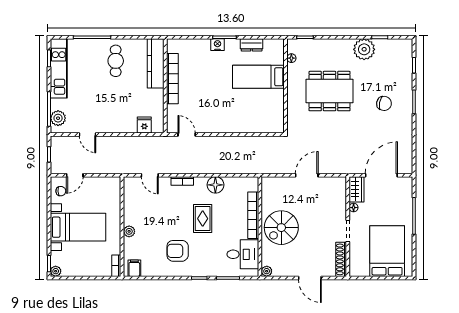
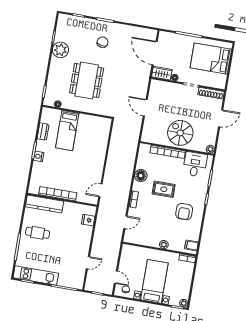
plant: (58, 118) -> (72, 282), removed
spiral stairs: (281, 228) -> (180, 133), turned 180

